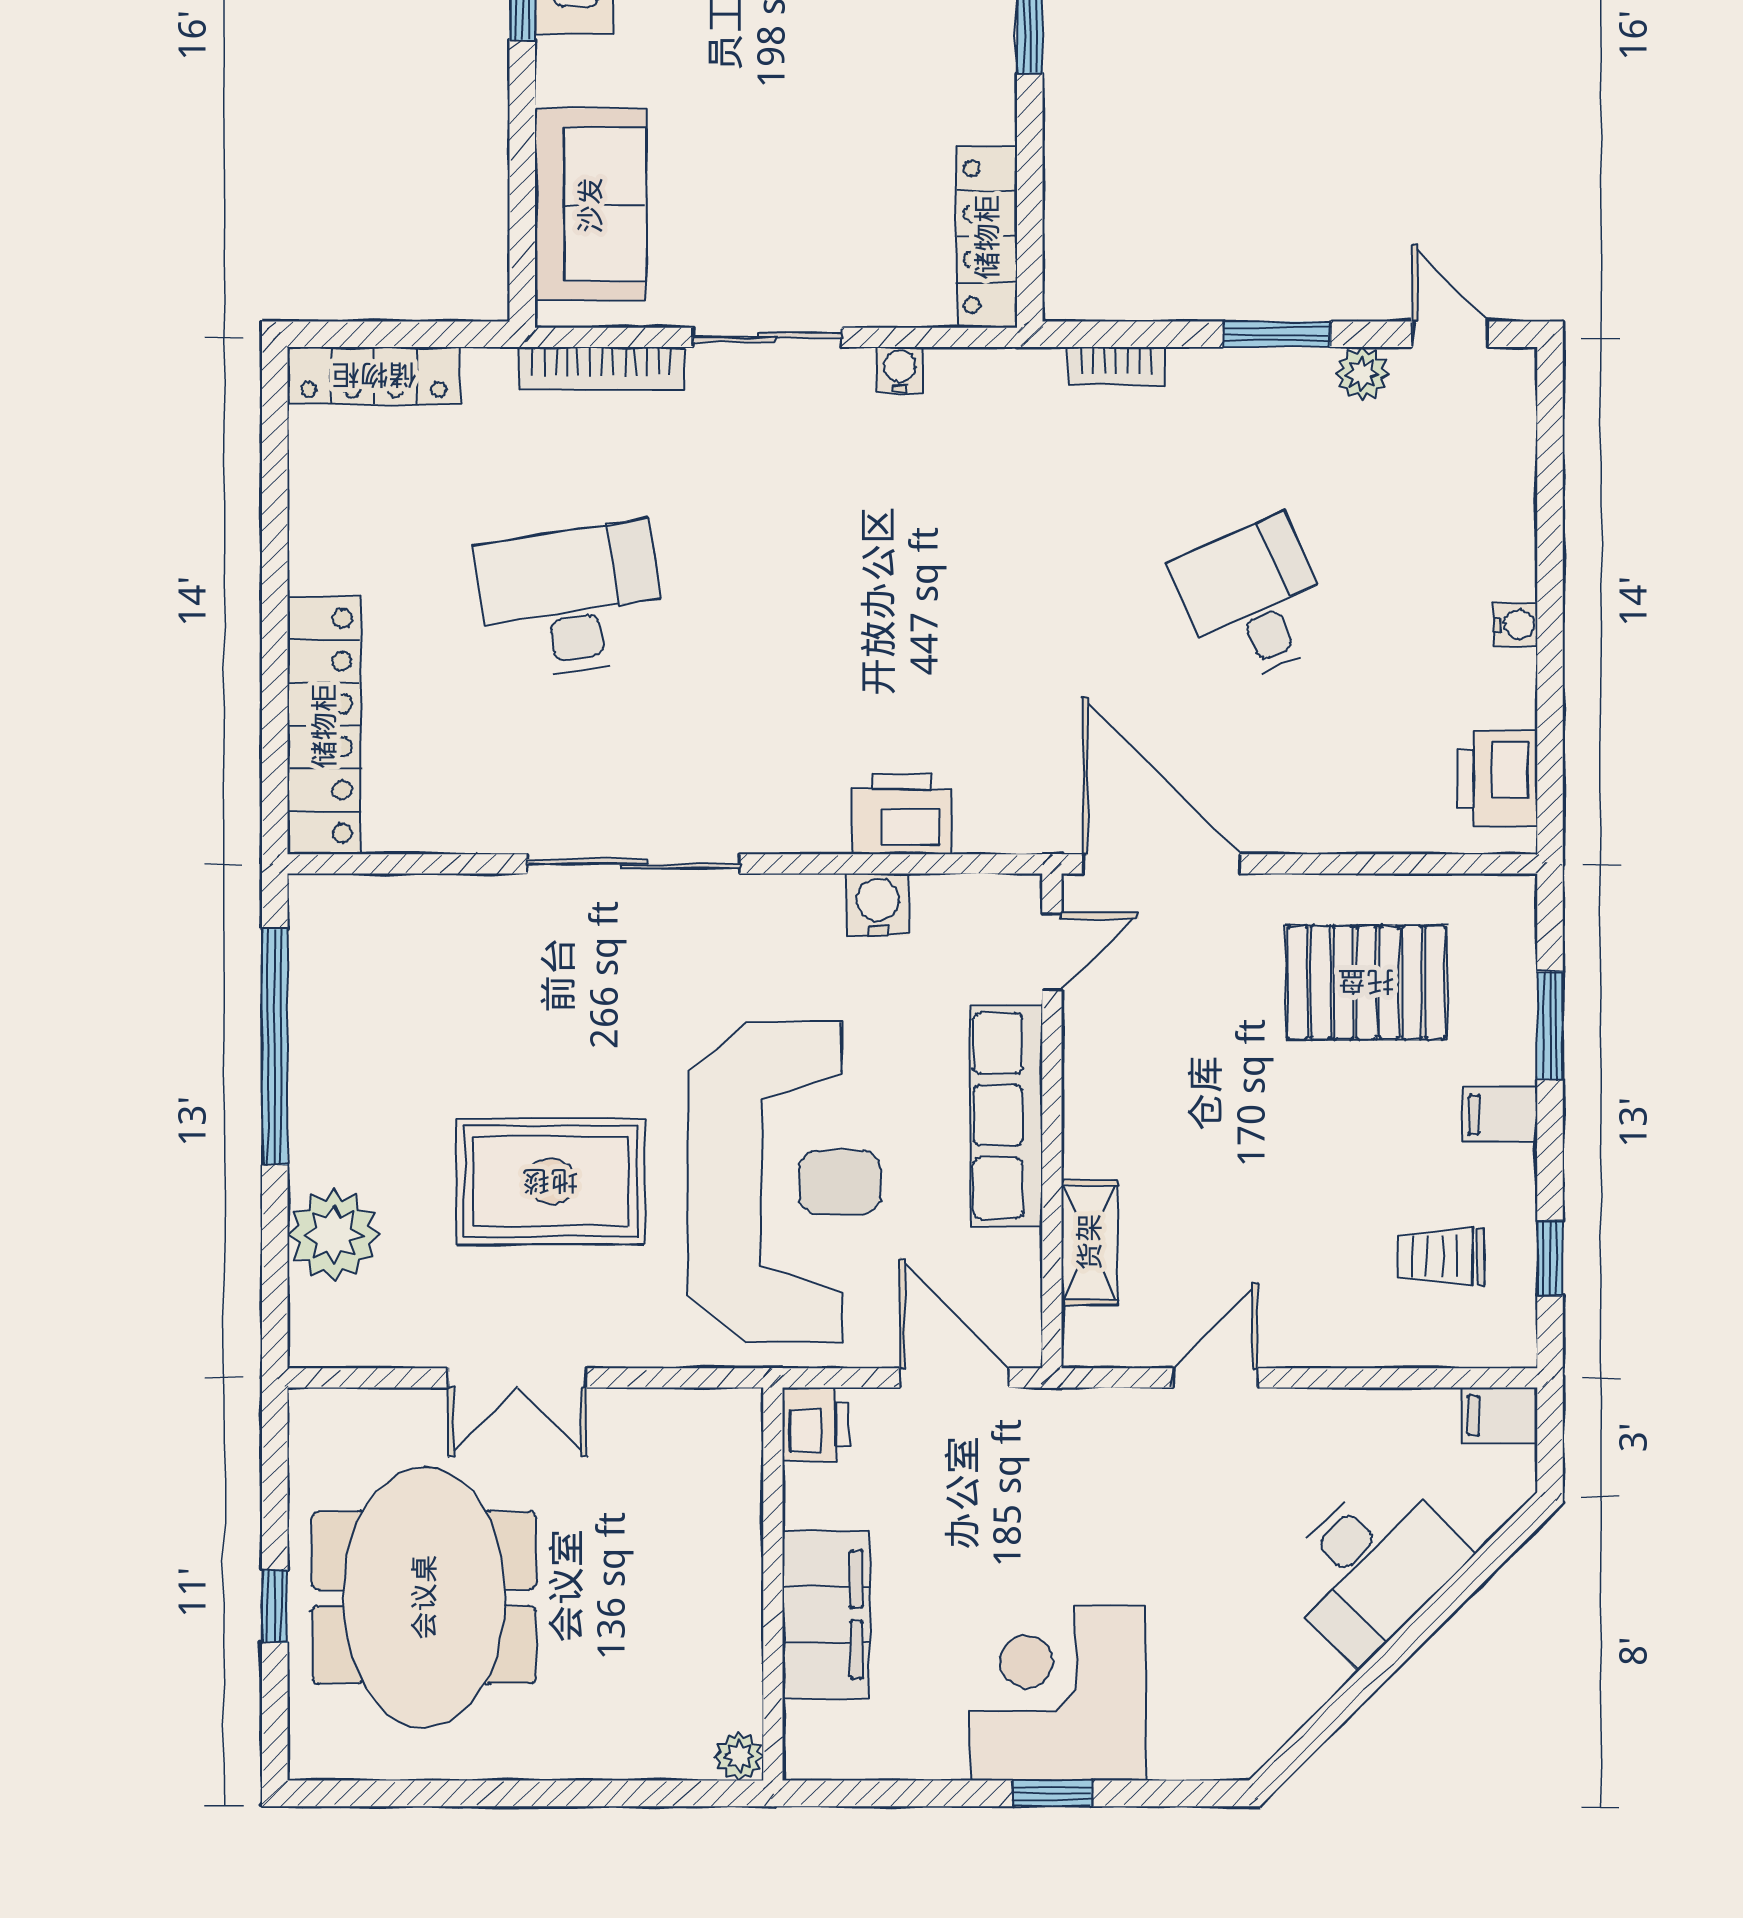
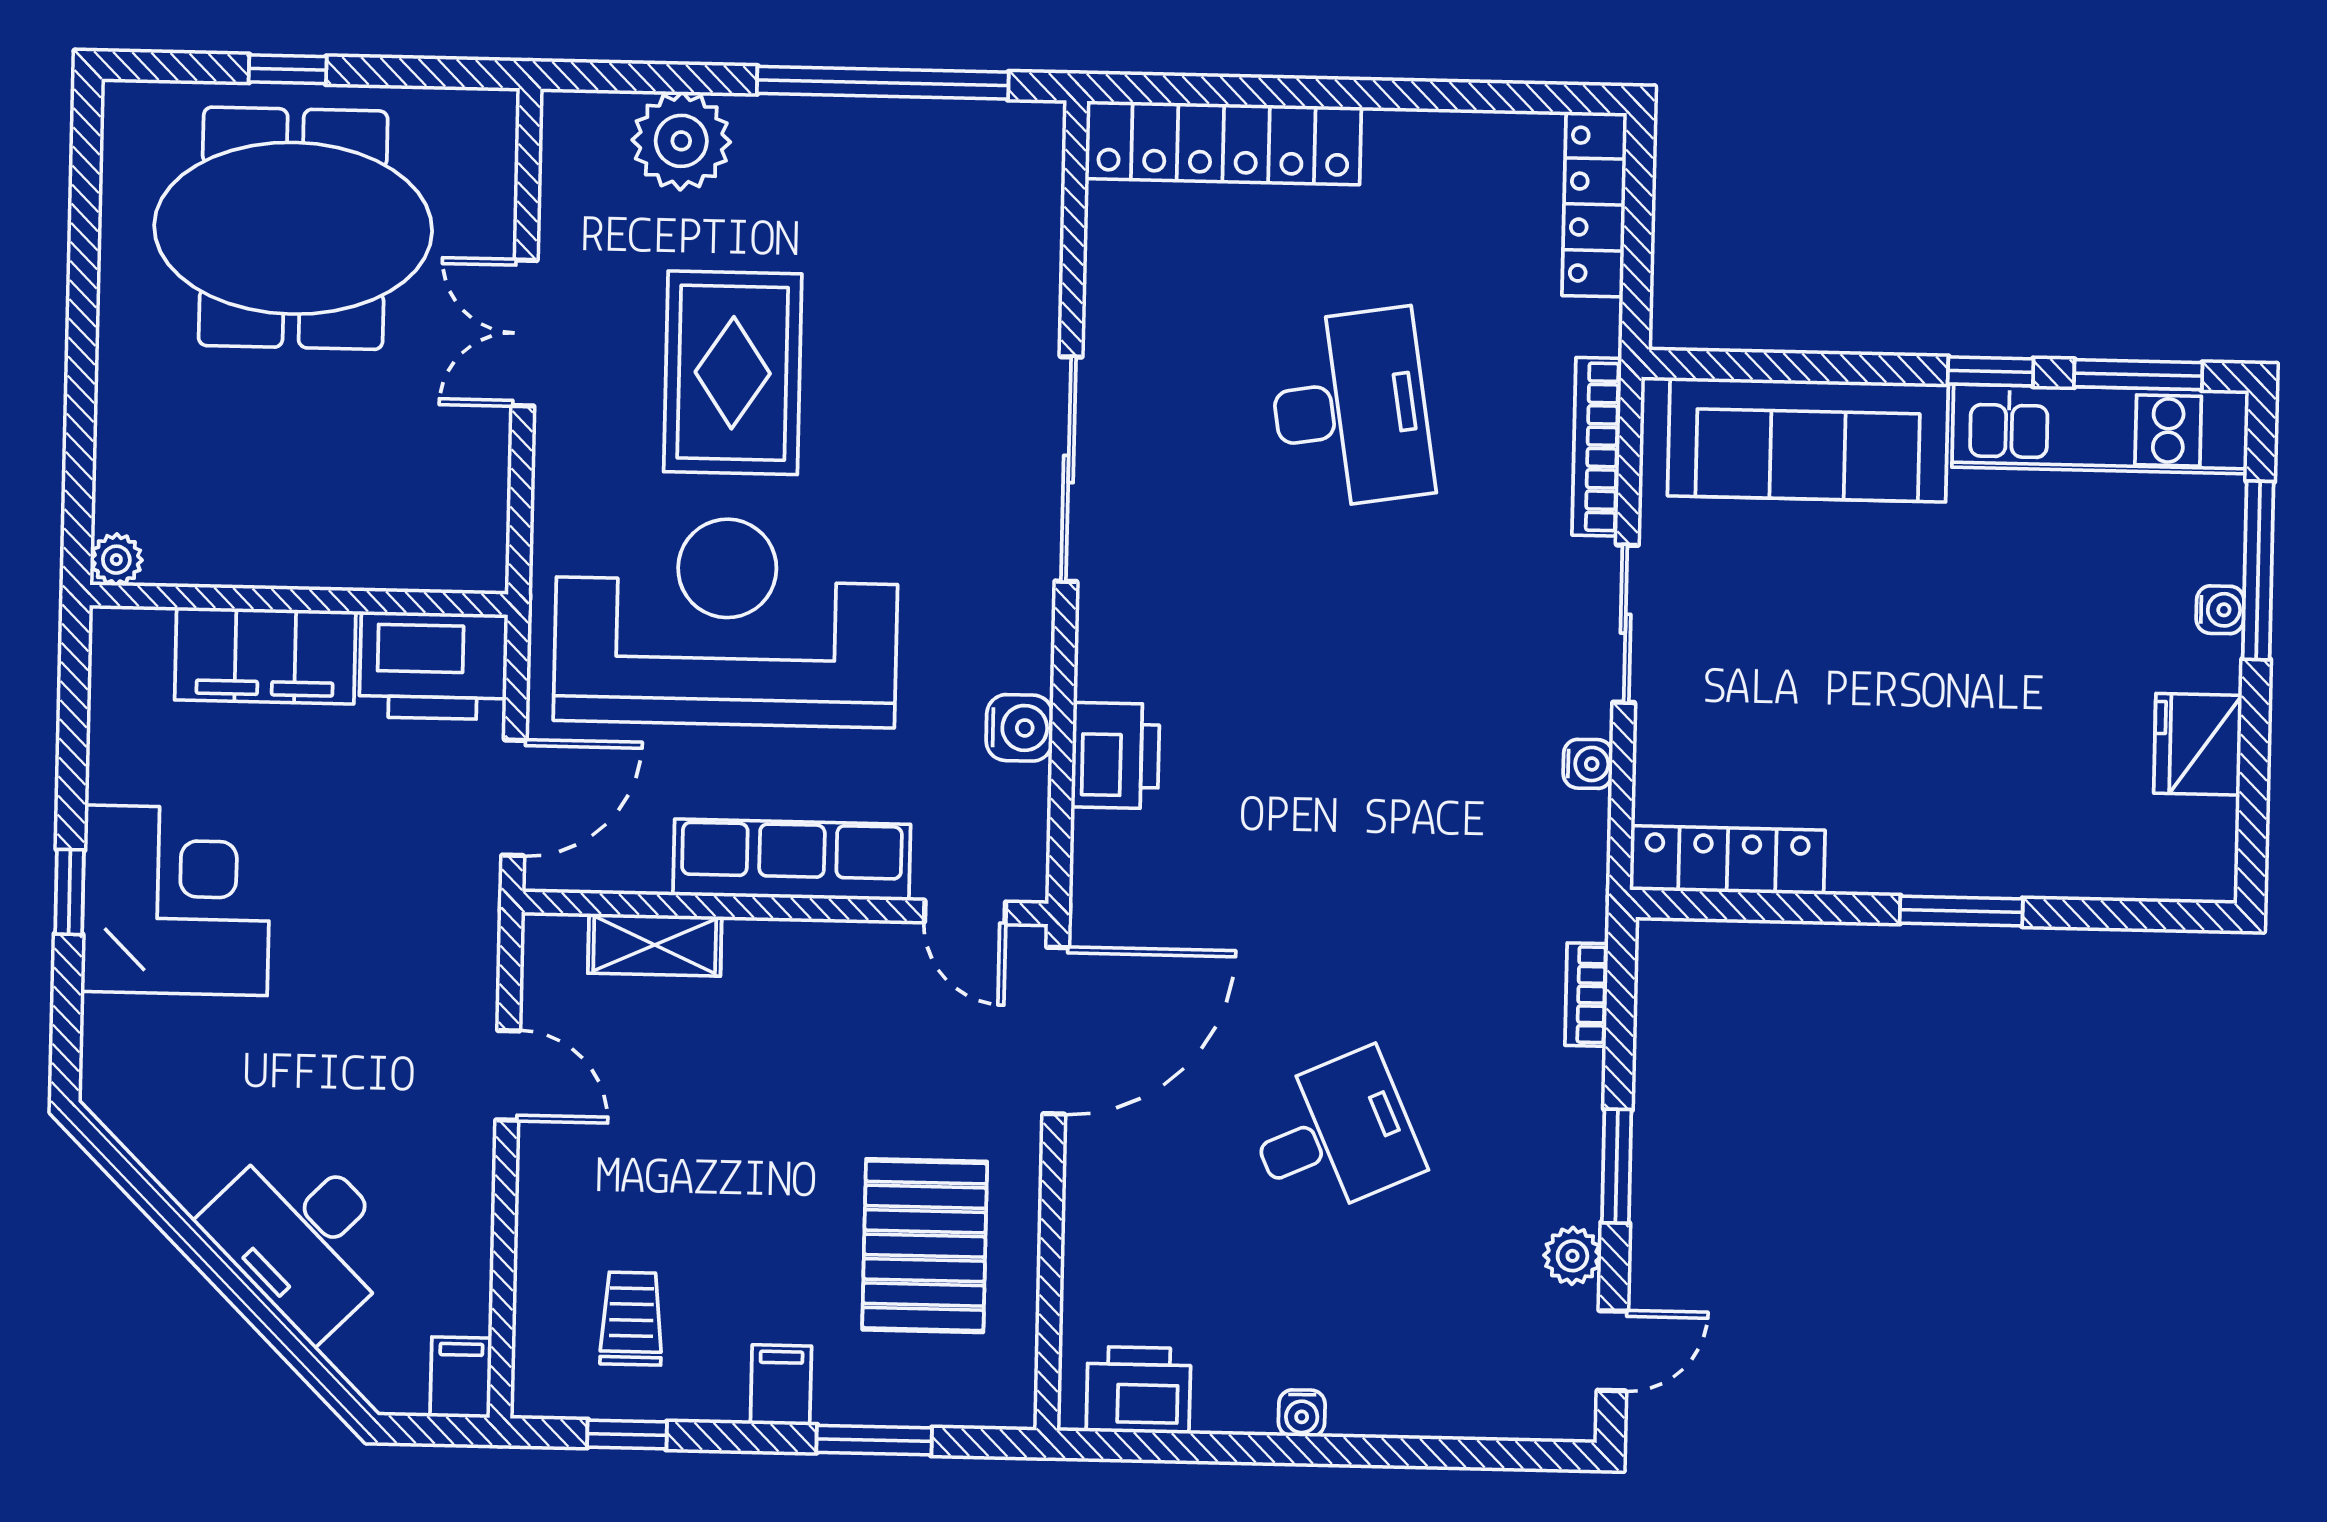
sofa: (590, 205) -> (1808, 440), width x1.36
reception desk: (784, 1182) -> (726, 622), turned 180
printer: (816, 1424) -> (433, 666), width x1.87, depth x1.48

